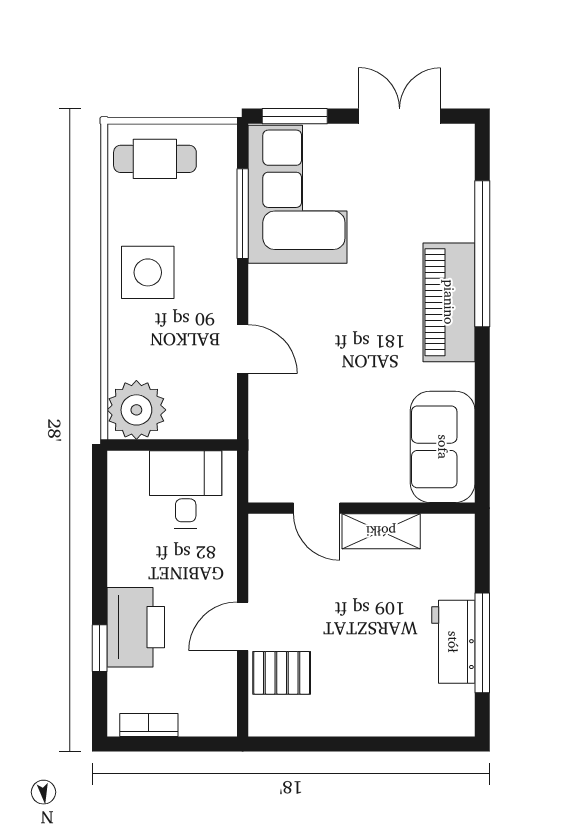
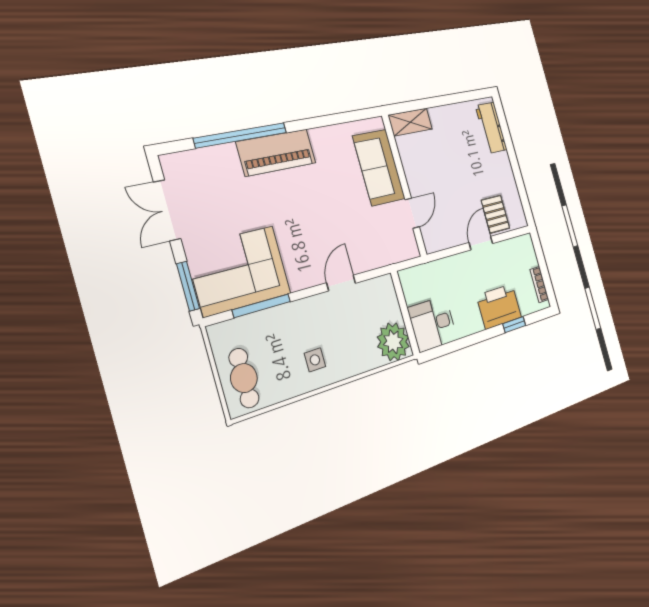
side table: (148, 272) -> (315, 360), width x0.54, depth x0.54
sofa: (443, 447) -> (379, 167), moved, turned 90
desk: (186, 489) -> (433, 324), moved
shelving: (381, 531) -> (410, 122), moved, turned 90
door: (243, 626) -> (481, 243), swing flipped
workbench: (453, 642) -> (491, 128), moved, turned 90
window: (482, 643) -> (449, 99), removed

